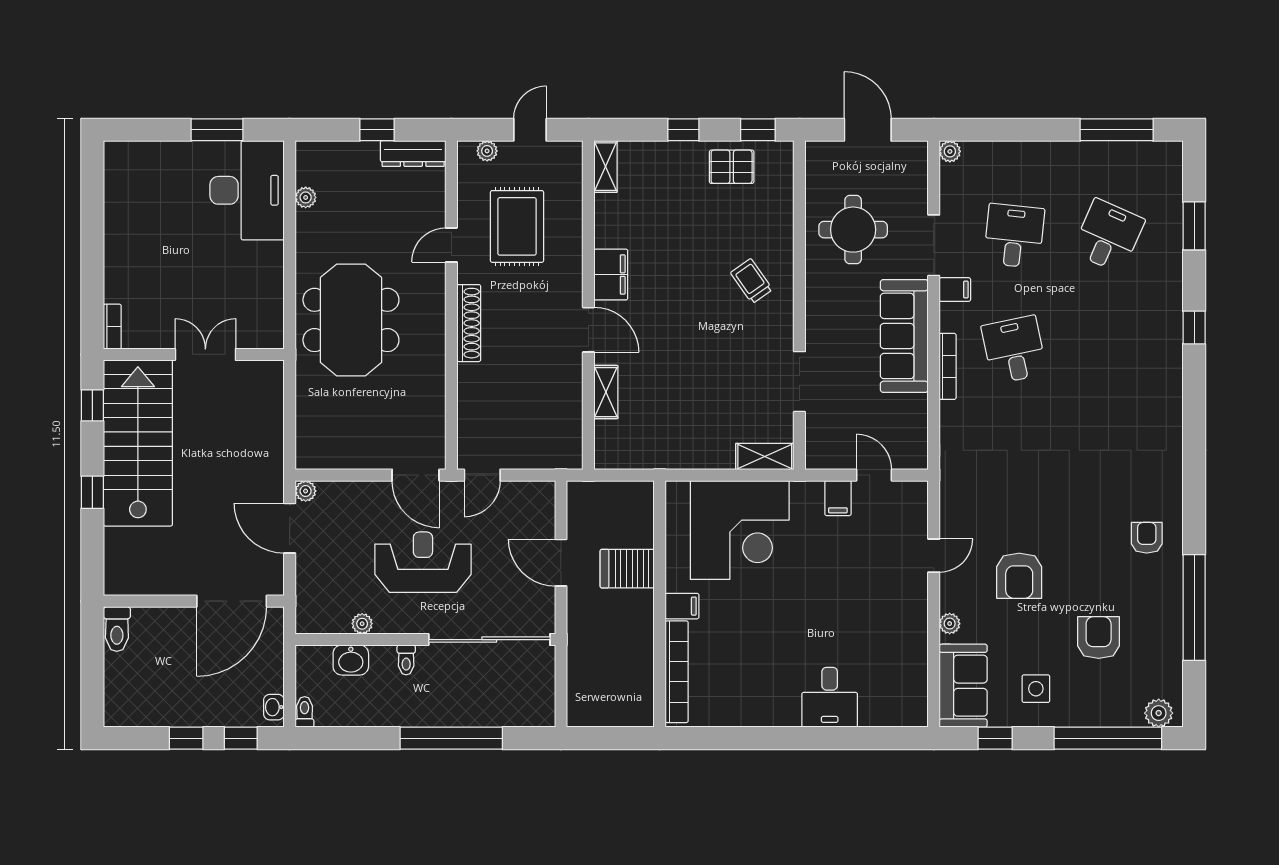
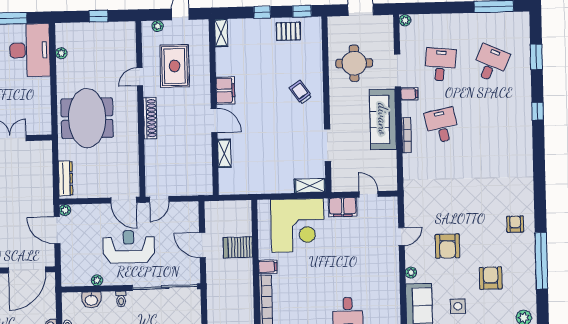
dresser: (413, 154) -> (66, 178), moved, turned -90
filing cabinet: (838, 498) -> (343, 207), width x2.00

